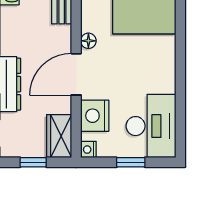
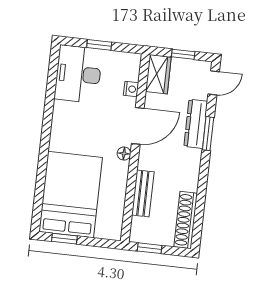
nightstand: (95, 116) -> (131, 89), width x0.53, depth x0.56
nightstand: (88, 150) -> (134, 60), removed

